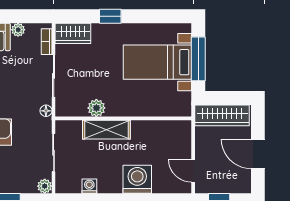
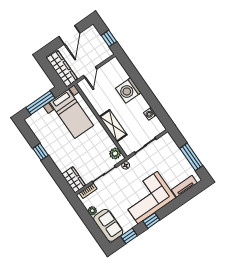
window: (110, 16) -> (41, 152), moved
bed with nightstands: (157, 62) -> (71, 114), moved
plant: (96, 108) -> (115, 153), moved
door: (193, 171) -> (90, 72), moved
plant: (45, 186) -> (167, 138), removed

